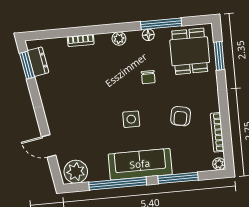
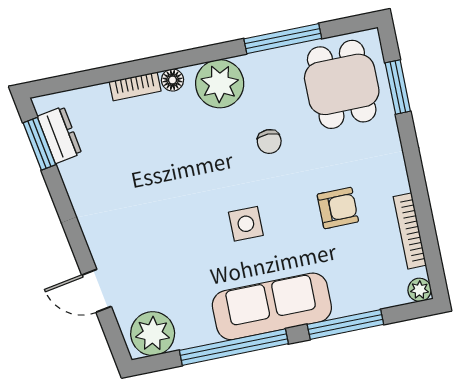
floor lamp: (148, 35) -> (173, 80), moved
plant: (119, 39) -> (220, 84), width x1.87, depth x1.87
armchair: (181, 116) -> (338, 208), turned -101

